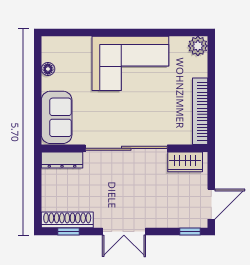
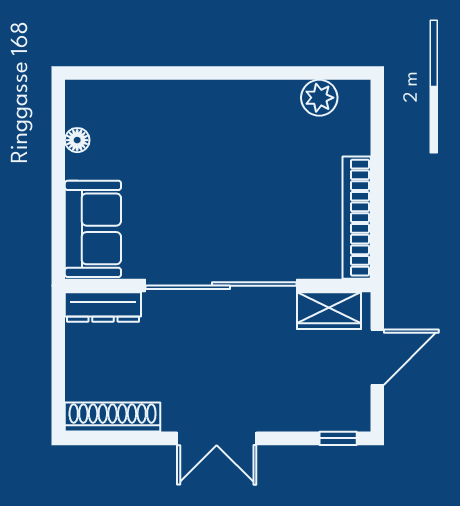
plant: (198, 46) -> (319, 98), moved
corner sofa: (130, 63) -> (228, 130), removed
door: (211, 204) -> (377, 357), moved
window: (68, 231) -> (115, 438), removed

